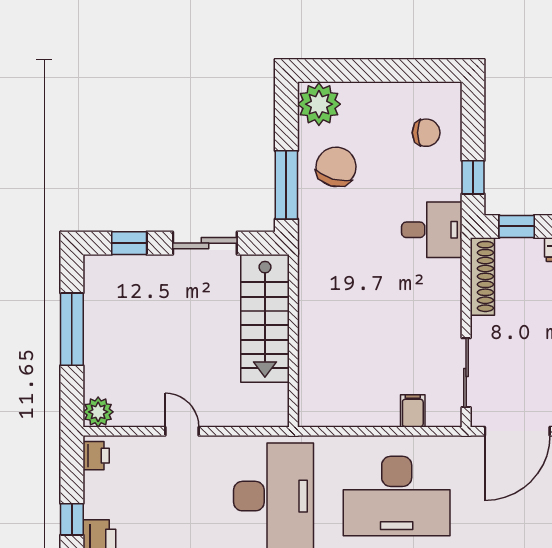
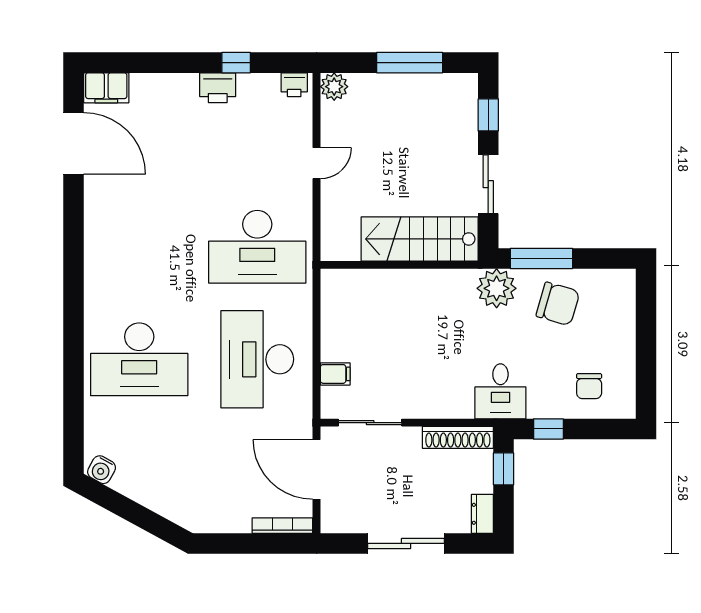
plant: (319, 104) -> (497, 288), moved

